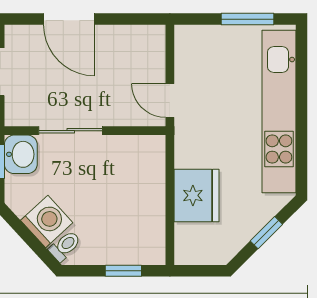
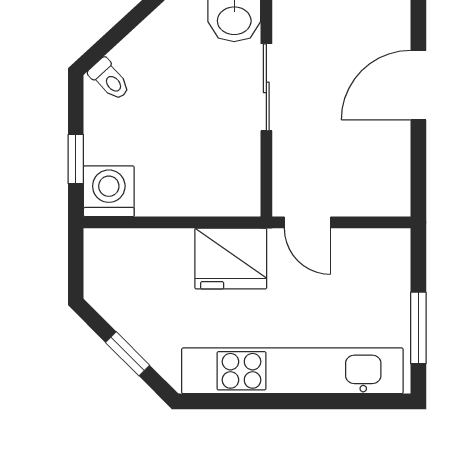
door: (170, 101) -> (307, 222), swing flipped
fridge: (196, 195) -> (231, 259), moved
washing machine: (47, 221) -> (109, 191), moved, turned -137

